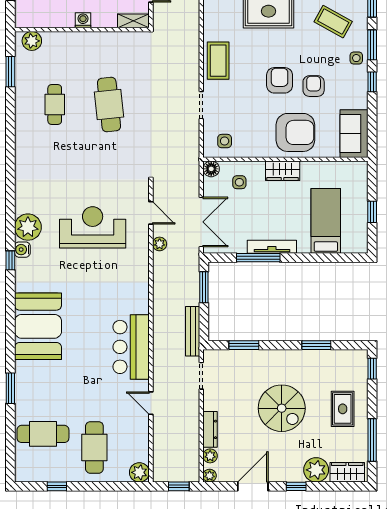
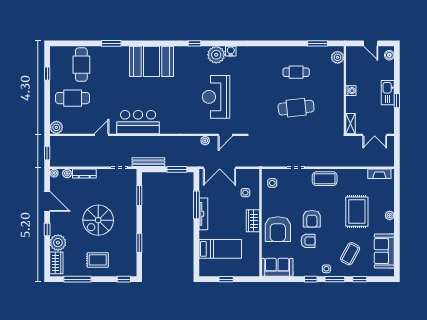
armchair: (280, 80) -> (312, 219), turned 90
floor lamp: (211, 169) -> (254, 174), removed
reception desk: (93, 227) -> (216, 97), turned 180
water cooler: (22, 250) -> (231, 51), moved

